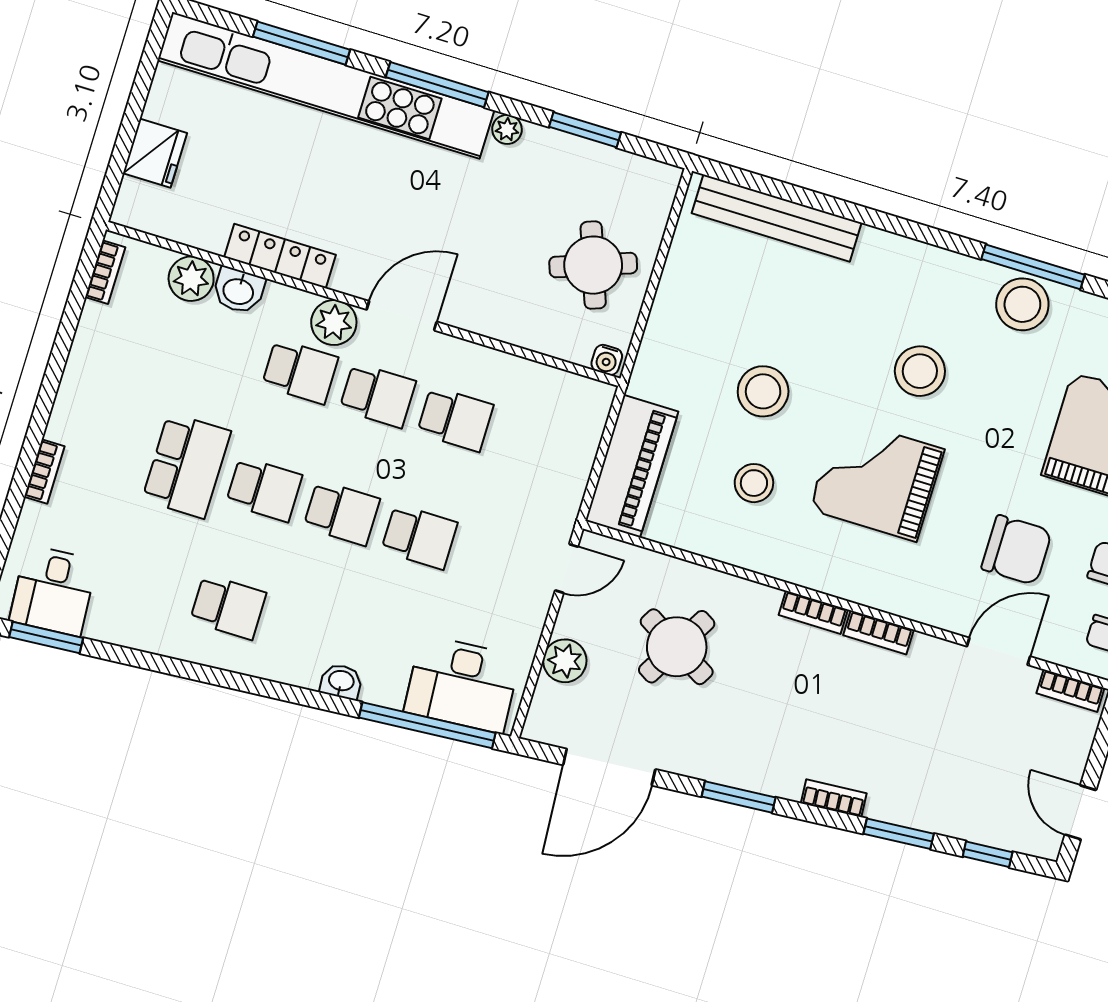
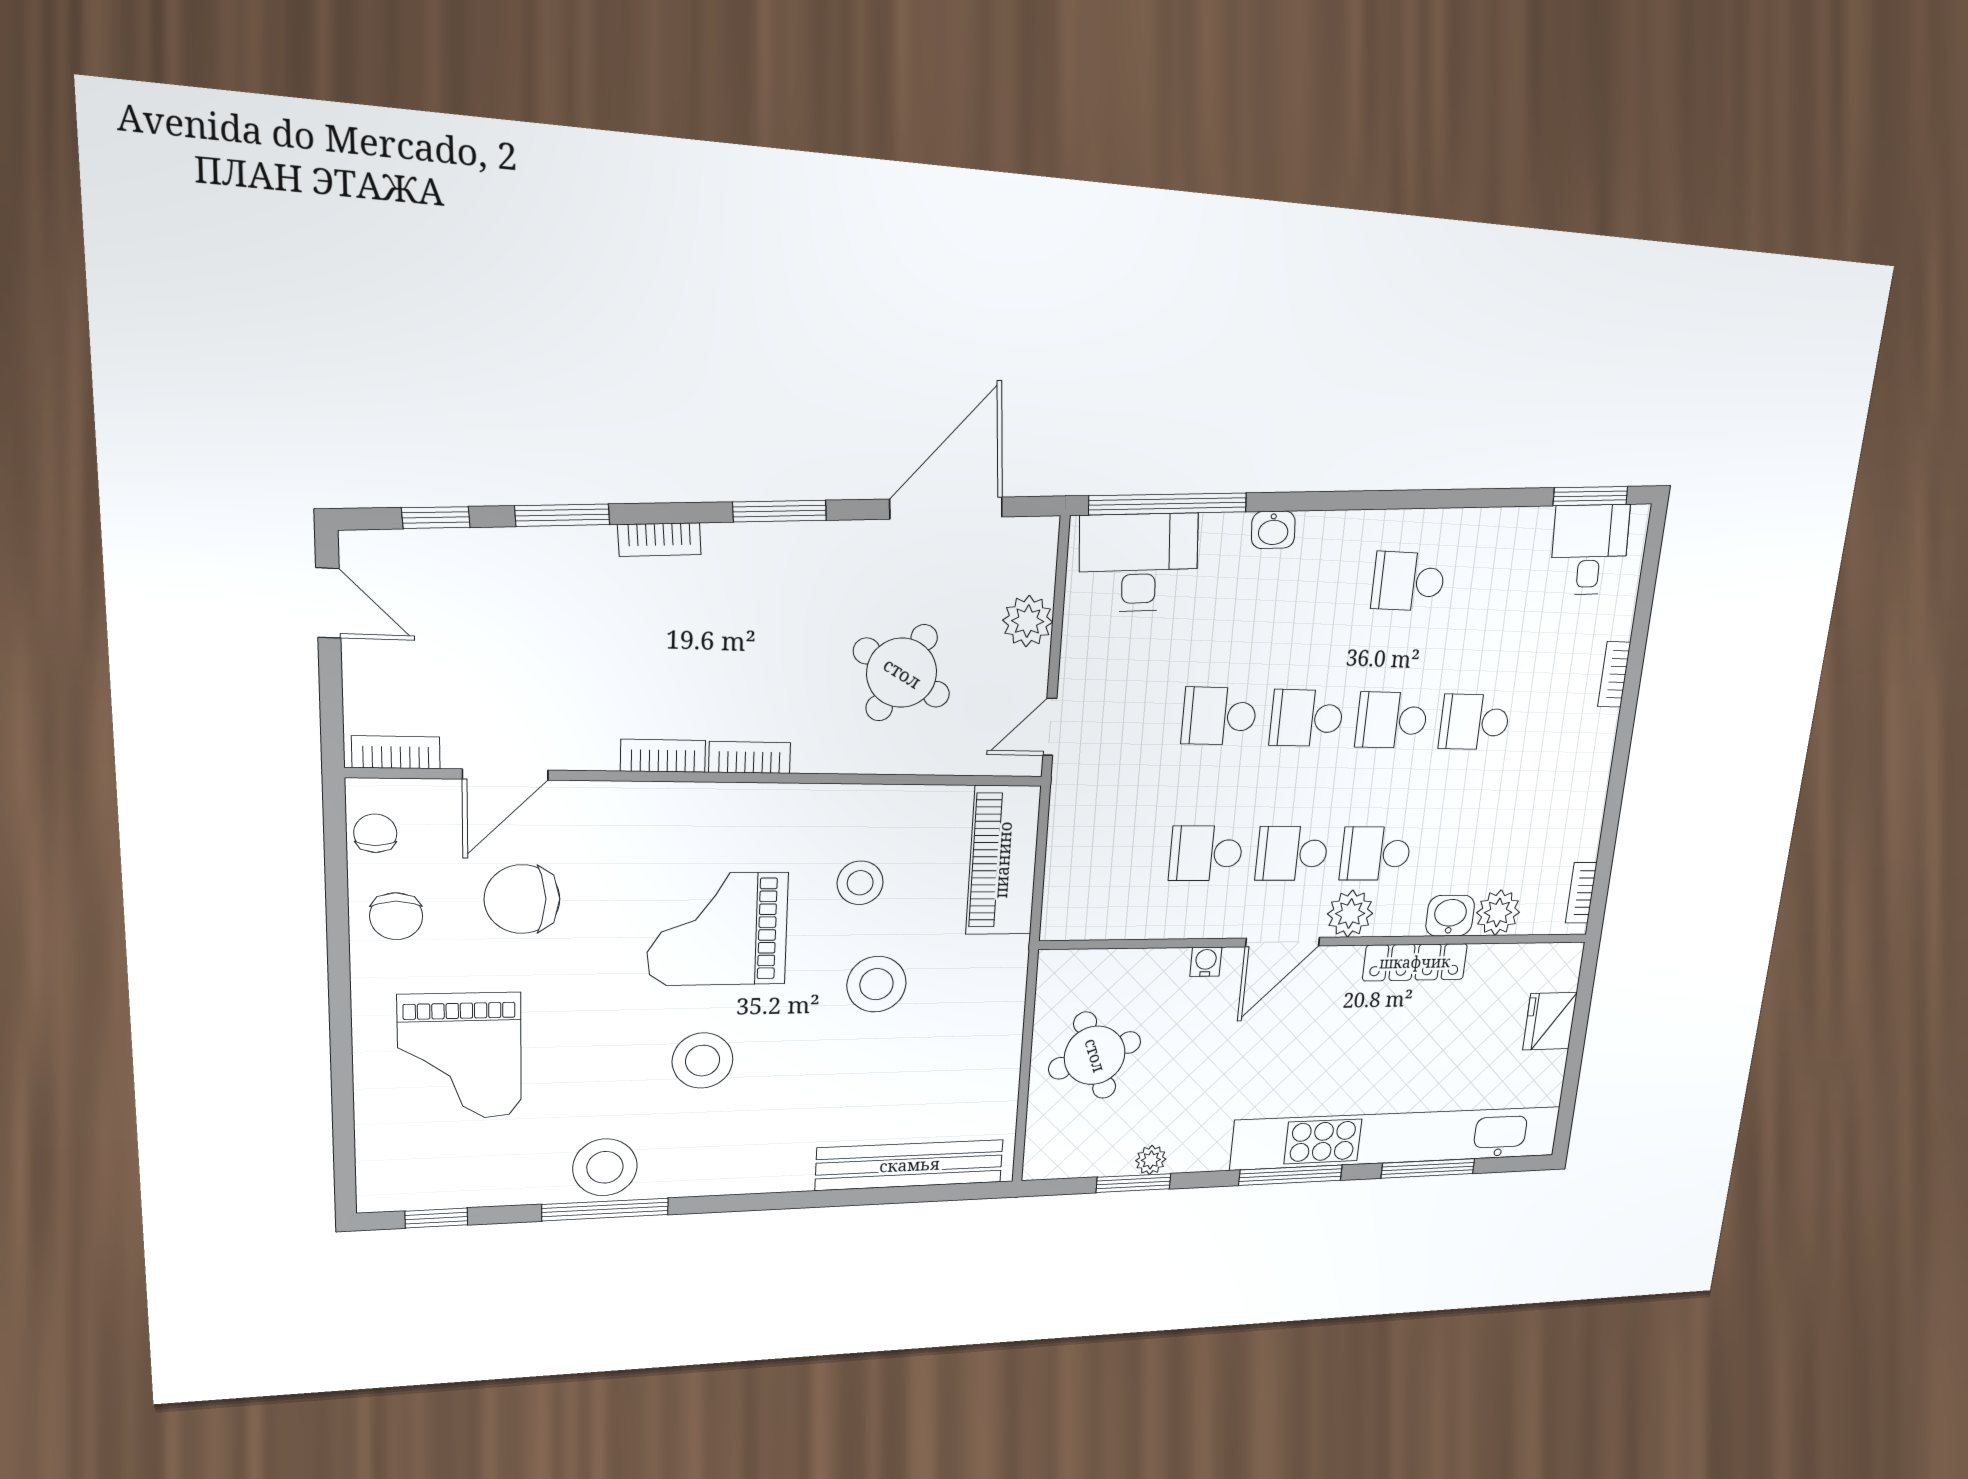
plant: (507, 129) -> (1151, 1160), moved
water cooler: (607, 360) -> (1206, 962), moved
school desk: (186, 466) -> (1474, 722), width x0.54
grand piano: (877, 479) -> (718, 929), turned 180

